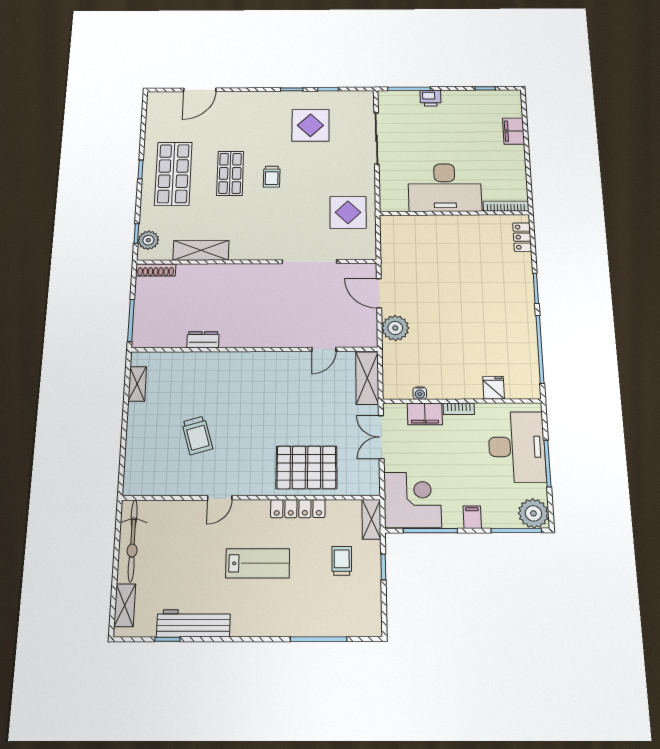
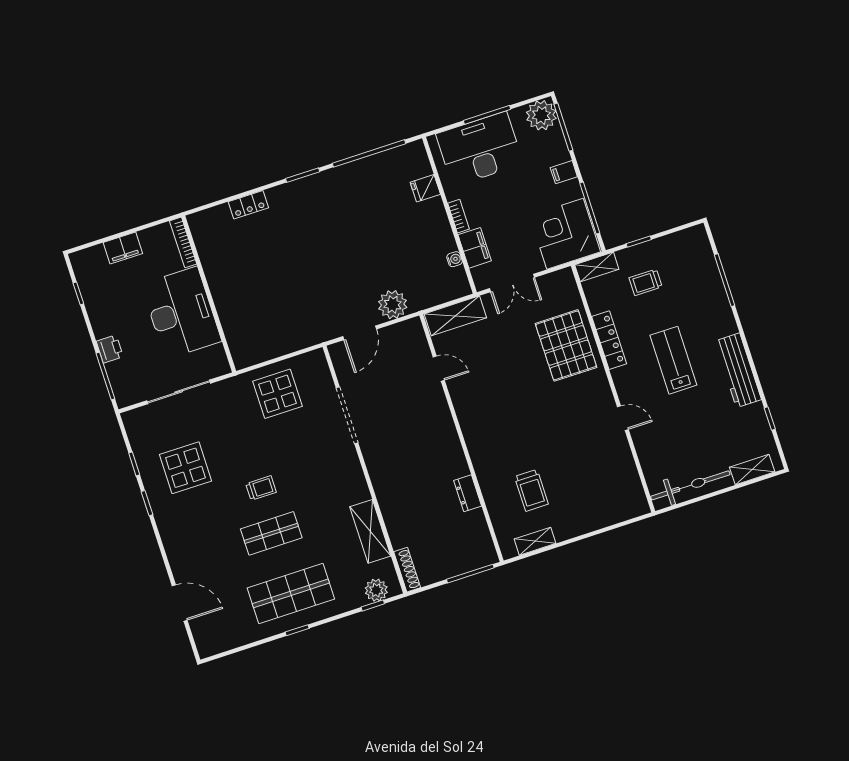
desk: (445, 188) -> (181, 313), moved
bookcase: (506, 206) -> (183, 242), moved
wall: (454, 213) -> (209, 294), moved
trolley: (197, 435) -> (531, 490), moved, turned 106
workbench: (193, 623) -> (738, 370), moved

